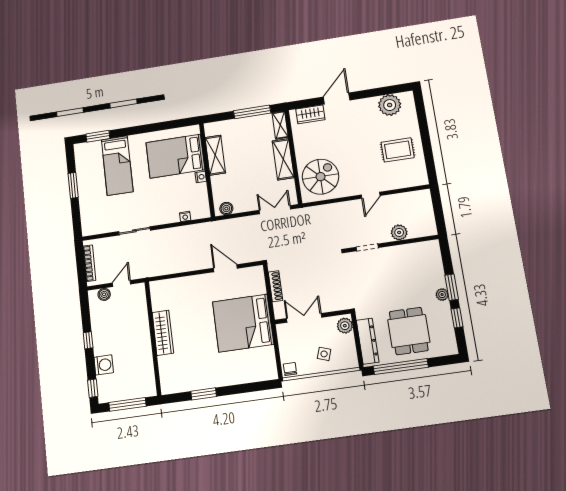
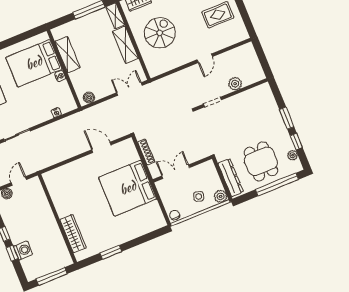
spiral stairs: (321, 177) -> (160, 33), moved
plant: (442, 295) -> (293, 155), moved
plant: (345, 326) -> (221, 196), moved
wardrobe: (163, 333) -> (73, 234), moved
window: (401, 367) -> (277, 184), moved
window: (93, 388) -> (12, 253), moved

